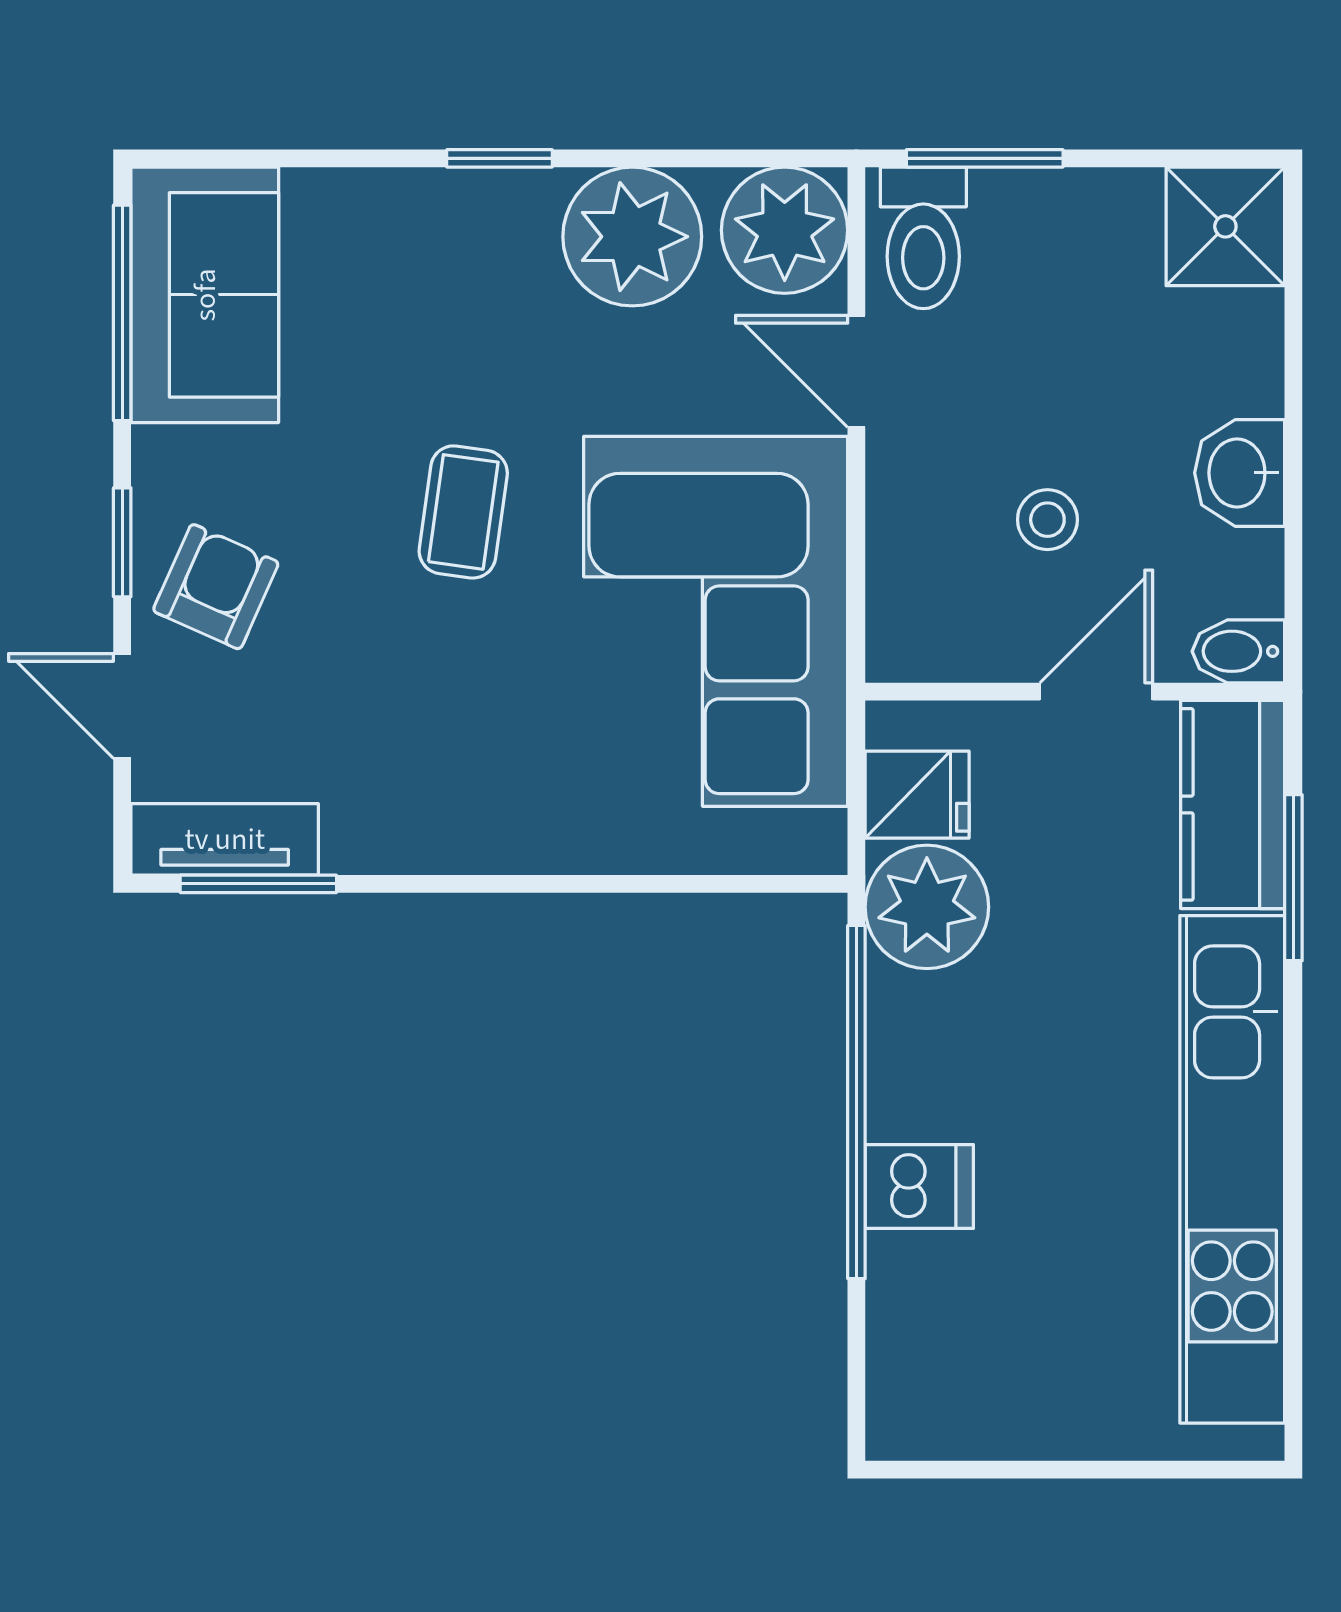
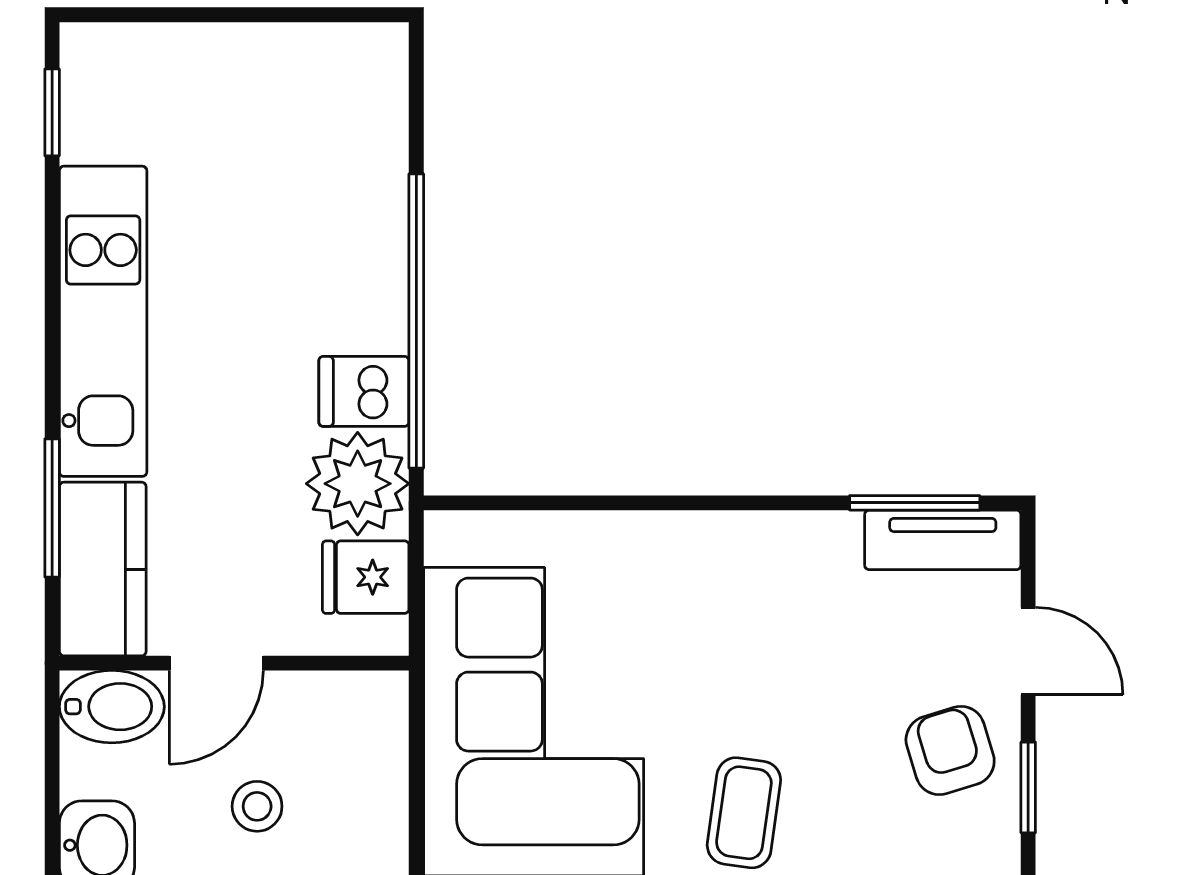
armchair: (216, 587) -> (950, 750), turned 139
bidet: (1238, 651) -> (112, 707), width x1.38, depth x1.36
kitchen unit: (1232, 1169) -> (103, 321), width x0.73
dishwasher: (919, 1186) -> (364, 391), moved
window: (1293, 1352) -> (52, 112), added

